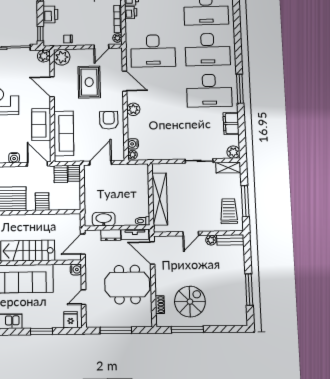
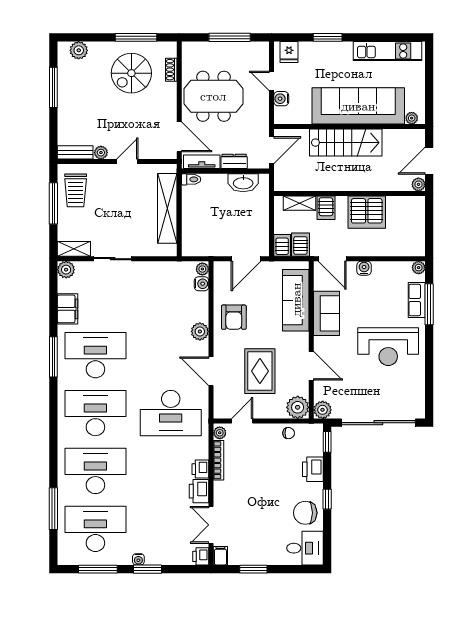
desk: (153, 51) -> (171, 413), turned 180
shelving: (62, 205) -> (300, 203), added
water cooler: (76, 269) -> (281, 99), moved
door: (84, 297) -> (272, 81), swing flipped
plant: (231, 319) -> (79, 50), added

